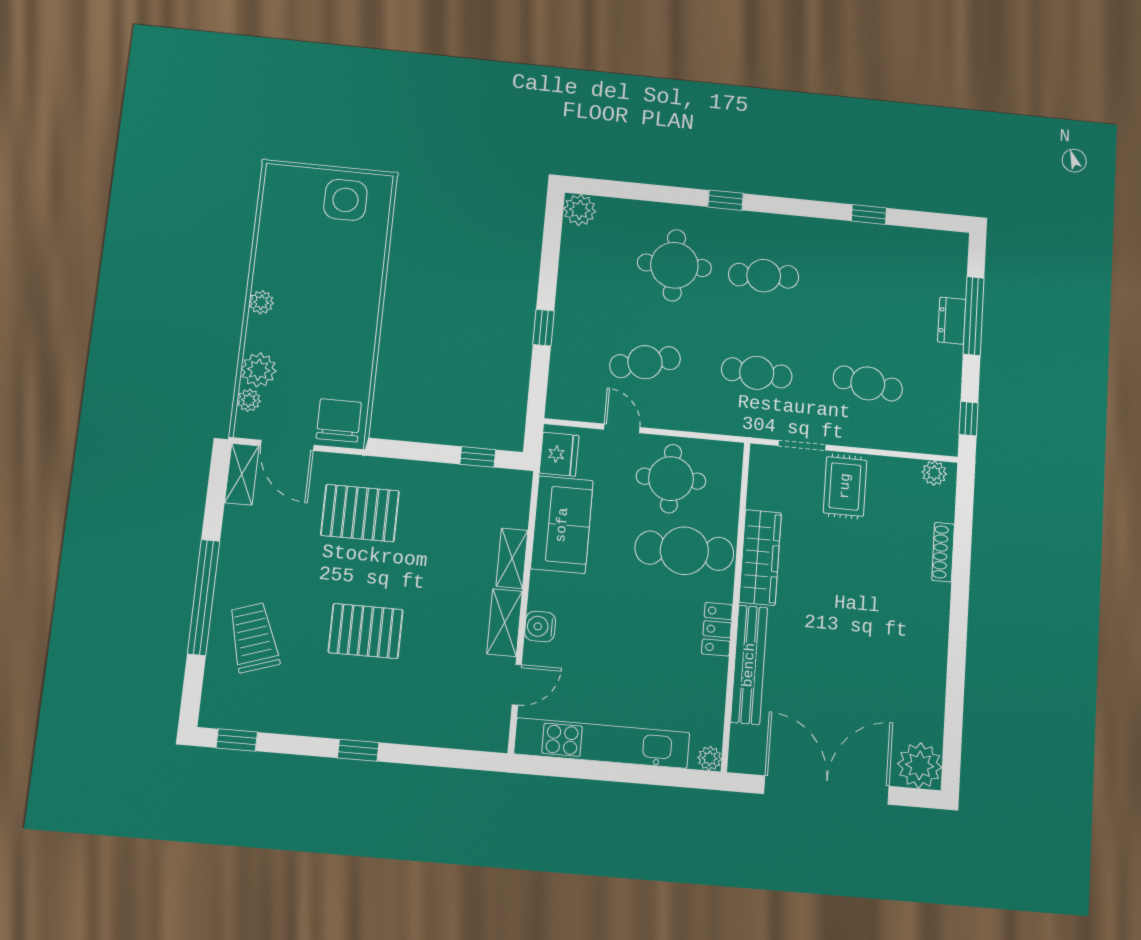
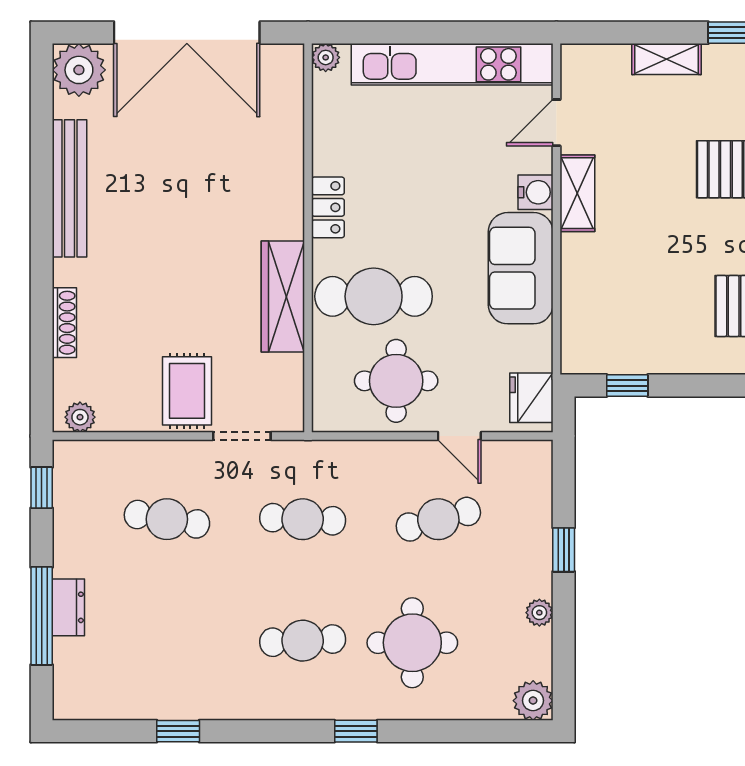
plant: (568, 279) -> (539, 613), added
sofa: (562, 525) -> (521, 268), moved
shelving: (512, 558) -> (667, 59), moved, turned 90
bench: (749, 665) -> (70, 188), moved

